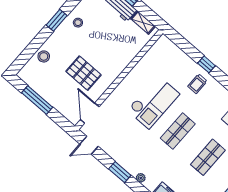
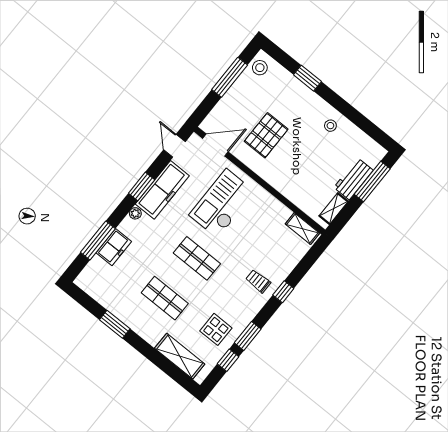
window: (57, 20) -> (307, 78), moved
shelving: (158, 48) -> (302, 229), added
stool: (44, 56) -> (260, 68), moved
checkout: (153, 102) -> (222, 203), moved, turned 90
freezer: (123, 156) -> (162, 190), added

